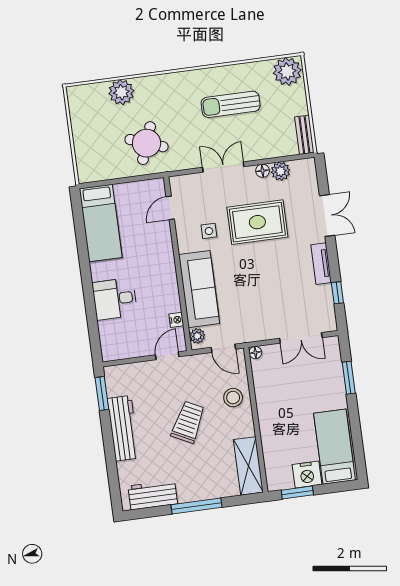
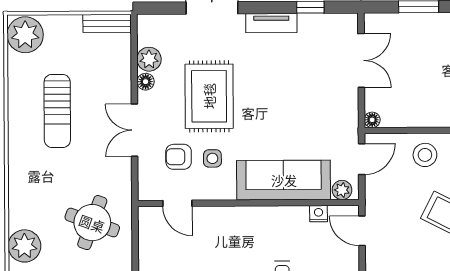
armchair: (207, 204) -> (179, 157), added

